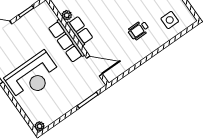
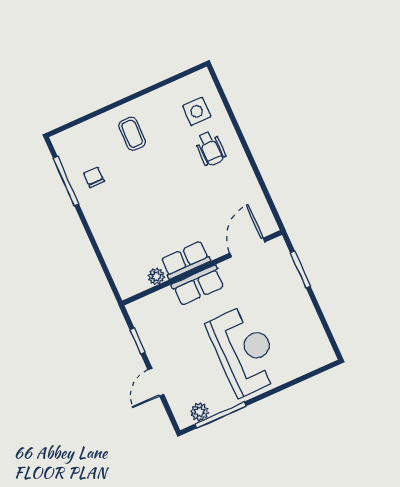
wheelchair: (139, 30) -> (210, 149), moved
row of seats: (66, 41) -> (198, 285), width x0.68
plant: (40, 126) -> (327, 356), removed

